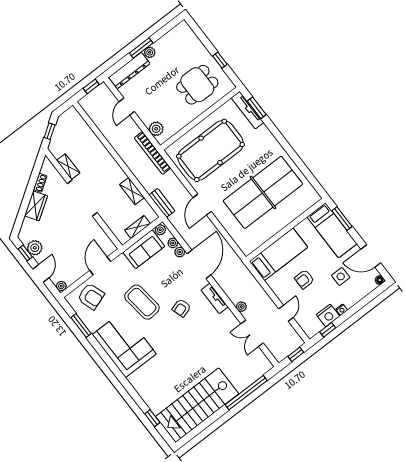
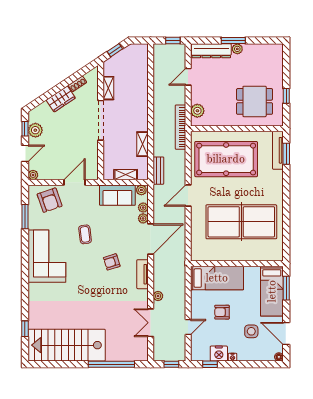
coffee table: (142, 302) -> (85, 234), width x0.54, depth x0.58

